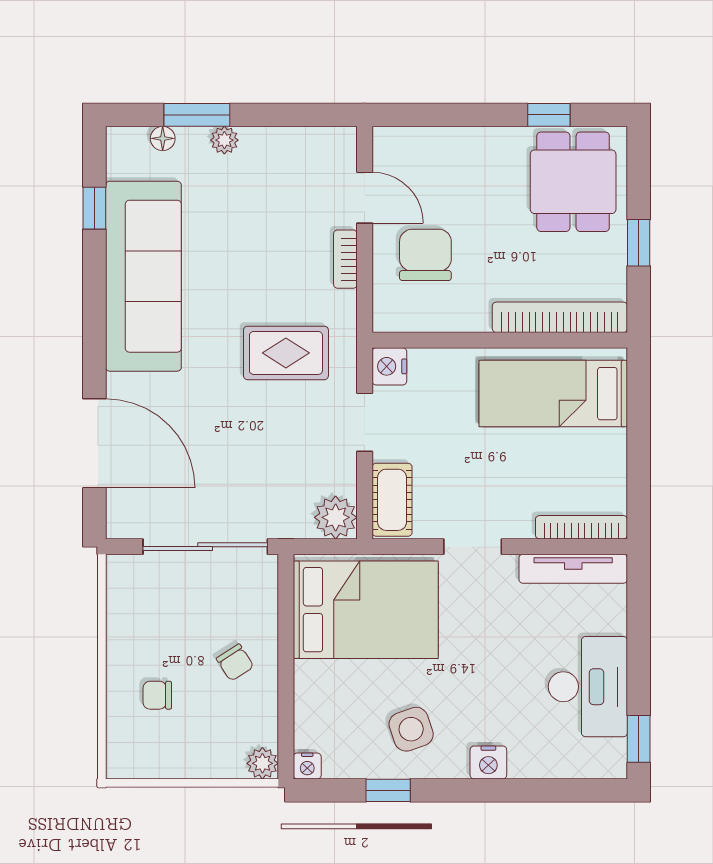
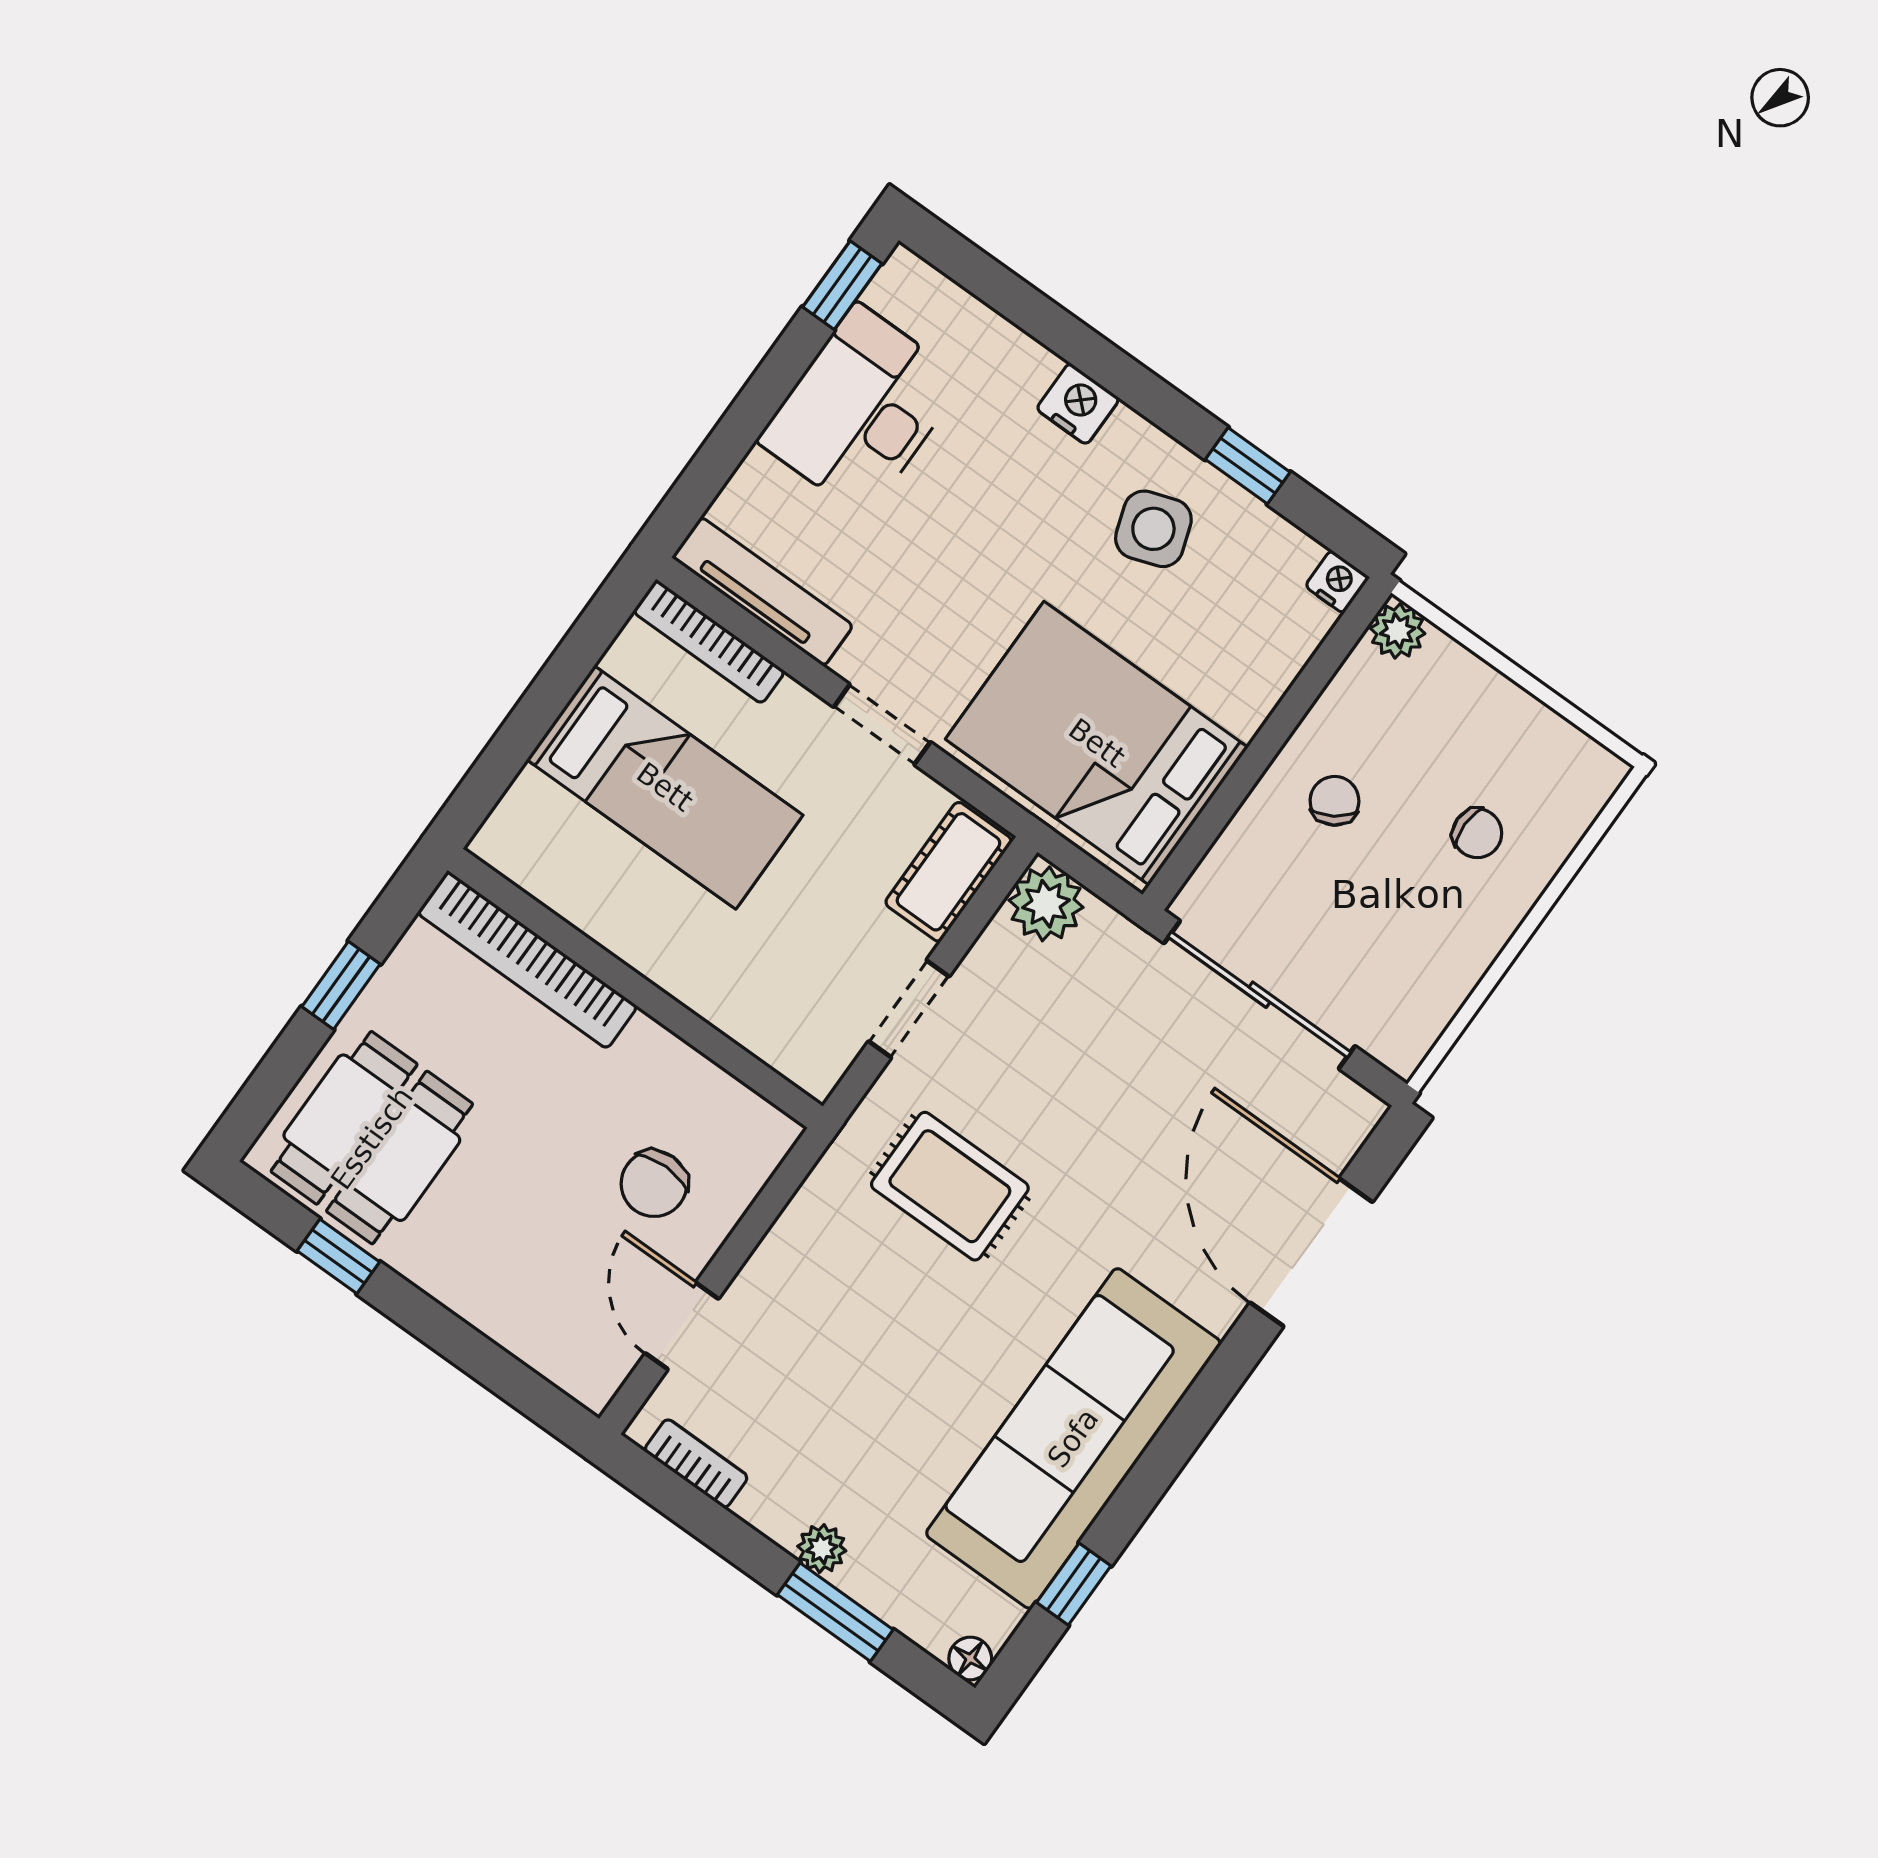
floor lamp: (163, 138) -> (970, 1659), moved
chair: (425, 255) -> (654, 1184), width x0.73, depth x0.73
bookcase: (345, 259) -> (696, 1463), moved, turned -90
nightstand: (389, 366) -> (817, 1063), removed
bed: (553, 394) -> (665, 787), moved

